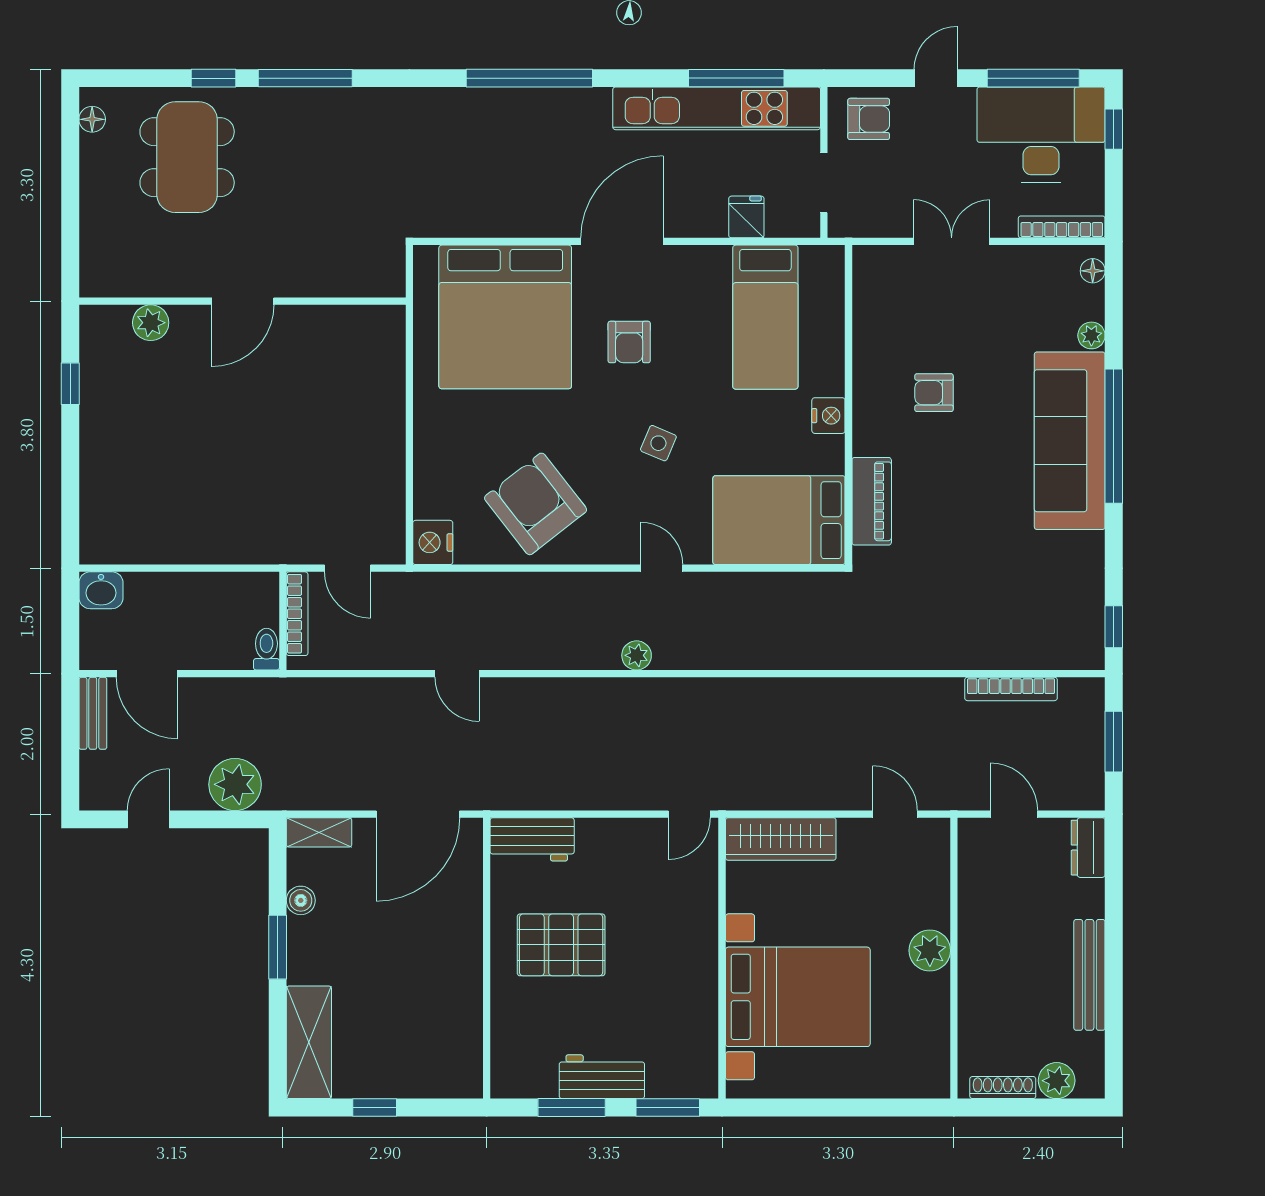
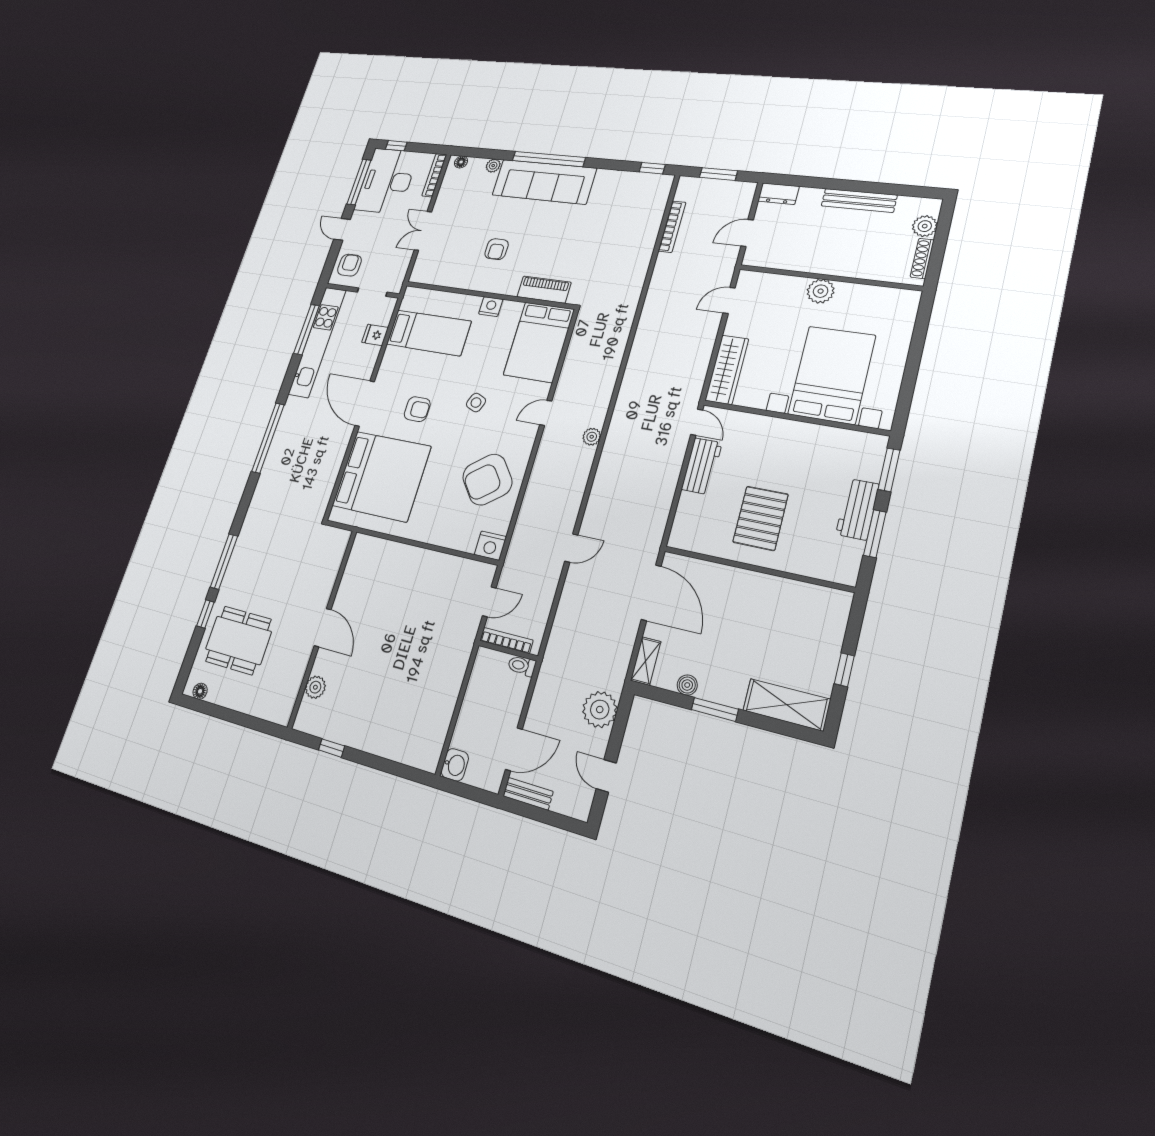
workbench: (532, 839) -> (702, 466), moved

